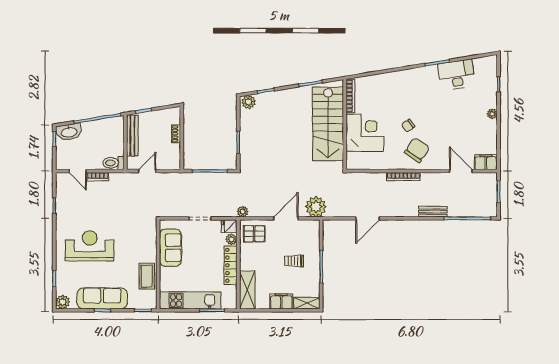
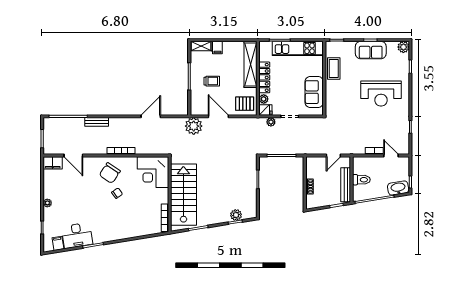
filing cabinet: (480, 65) -> (58, 243), added
plant: (249, 102) -> (236, 215), moved
corner desk: (365, 133) -> (153, 172), moved
toilet: (113, 163) -> (361, 180), moved
plant: (243, 212) -> (271, 122), moved
door: (286, 218) -> (218, 116), swing flipped
shelving: (247, 290) -> (250, 64), width x1.47
sofa: (102, 298) -> (371, 50), width x0.73
filing cabinet: (281, 301) -> (217, 48), width x0.50

